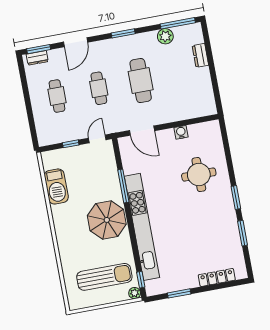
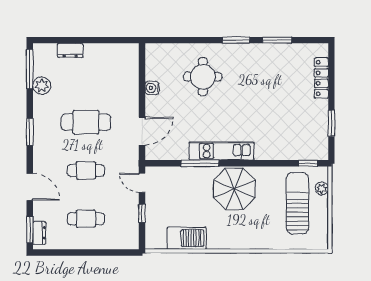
kitchen unit: (142, 227) -> (222, 151), width x0.54
plant: (135, 293) -> (322, 188), moved

